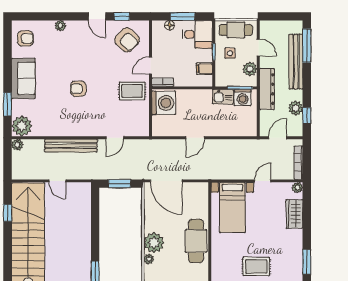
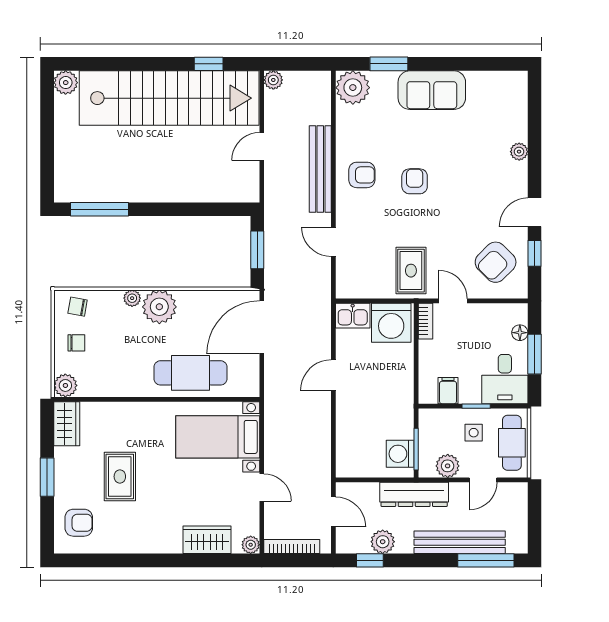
armchair: (25, 38) -> (362, 175), moved, turned -90
kitchen sink: (223, 97) -> (353, 316), moved, turned -90
door: (195, 138) -> (333, 375), hinge flipped
plant: (17, 145) -> (273, 80), moved
cafe table: (196, 241) -> (190, 373), moved
window: (307, 262) -> (127, 560), removed

